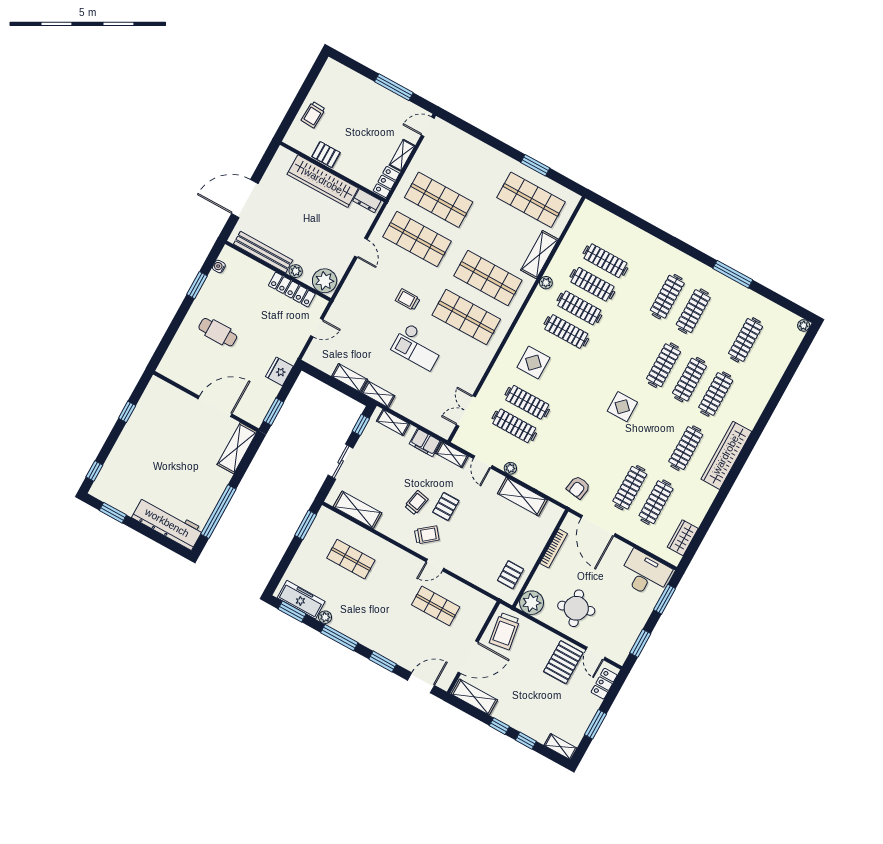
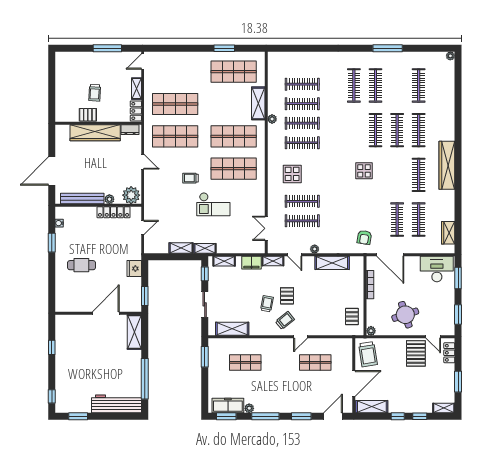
trolley: (313, 115) -> (95, 93), moved
plant: (532, 603) -> (371, 331), width x0.53, depth x0.53

